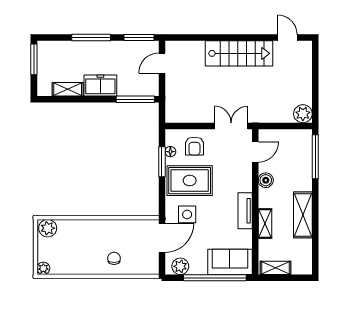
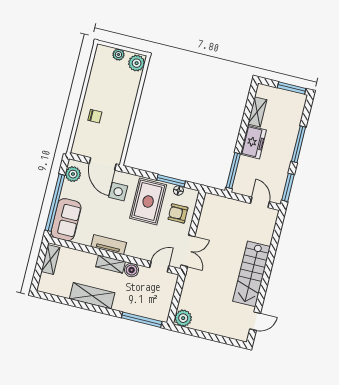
door: (255, 152) -> (159, 267), swing flipped
shelving: (265, 223) -> (110, 264), moved
plant: (43, 268) -> (118, 55), moved

